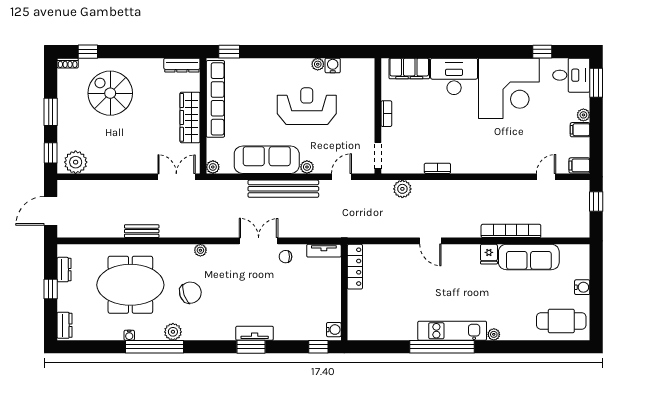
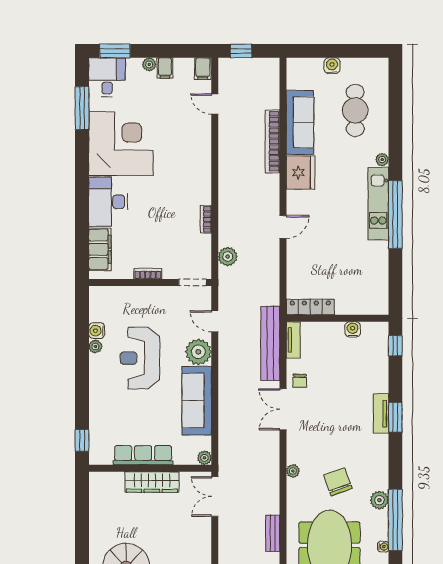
window: (542, 52) -> (82, 108), width x2.17
dresser: (182, 65) -> (96, 491), removed
row of seats: (215, 99) -> (143, 455), width x0.73
plant: (307, 167) -> (198, 352), width x1.88, depth x1.88
bench: (283, 189) -> (270, 343), moved
fridge: (489, 254) -> (300, 173), width x1.88, depth x1.34
cafe table: (561, 321) -> (355, 110), moved
water cooler: (334, 330) -> (353, 329), moved

